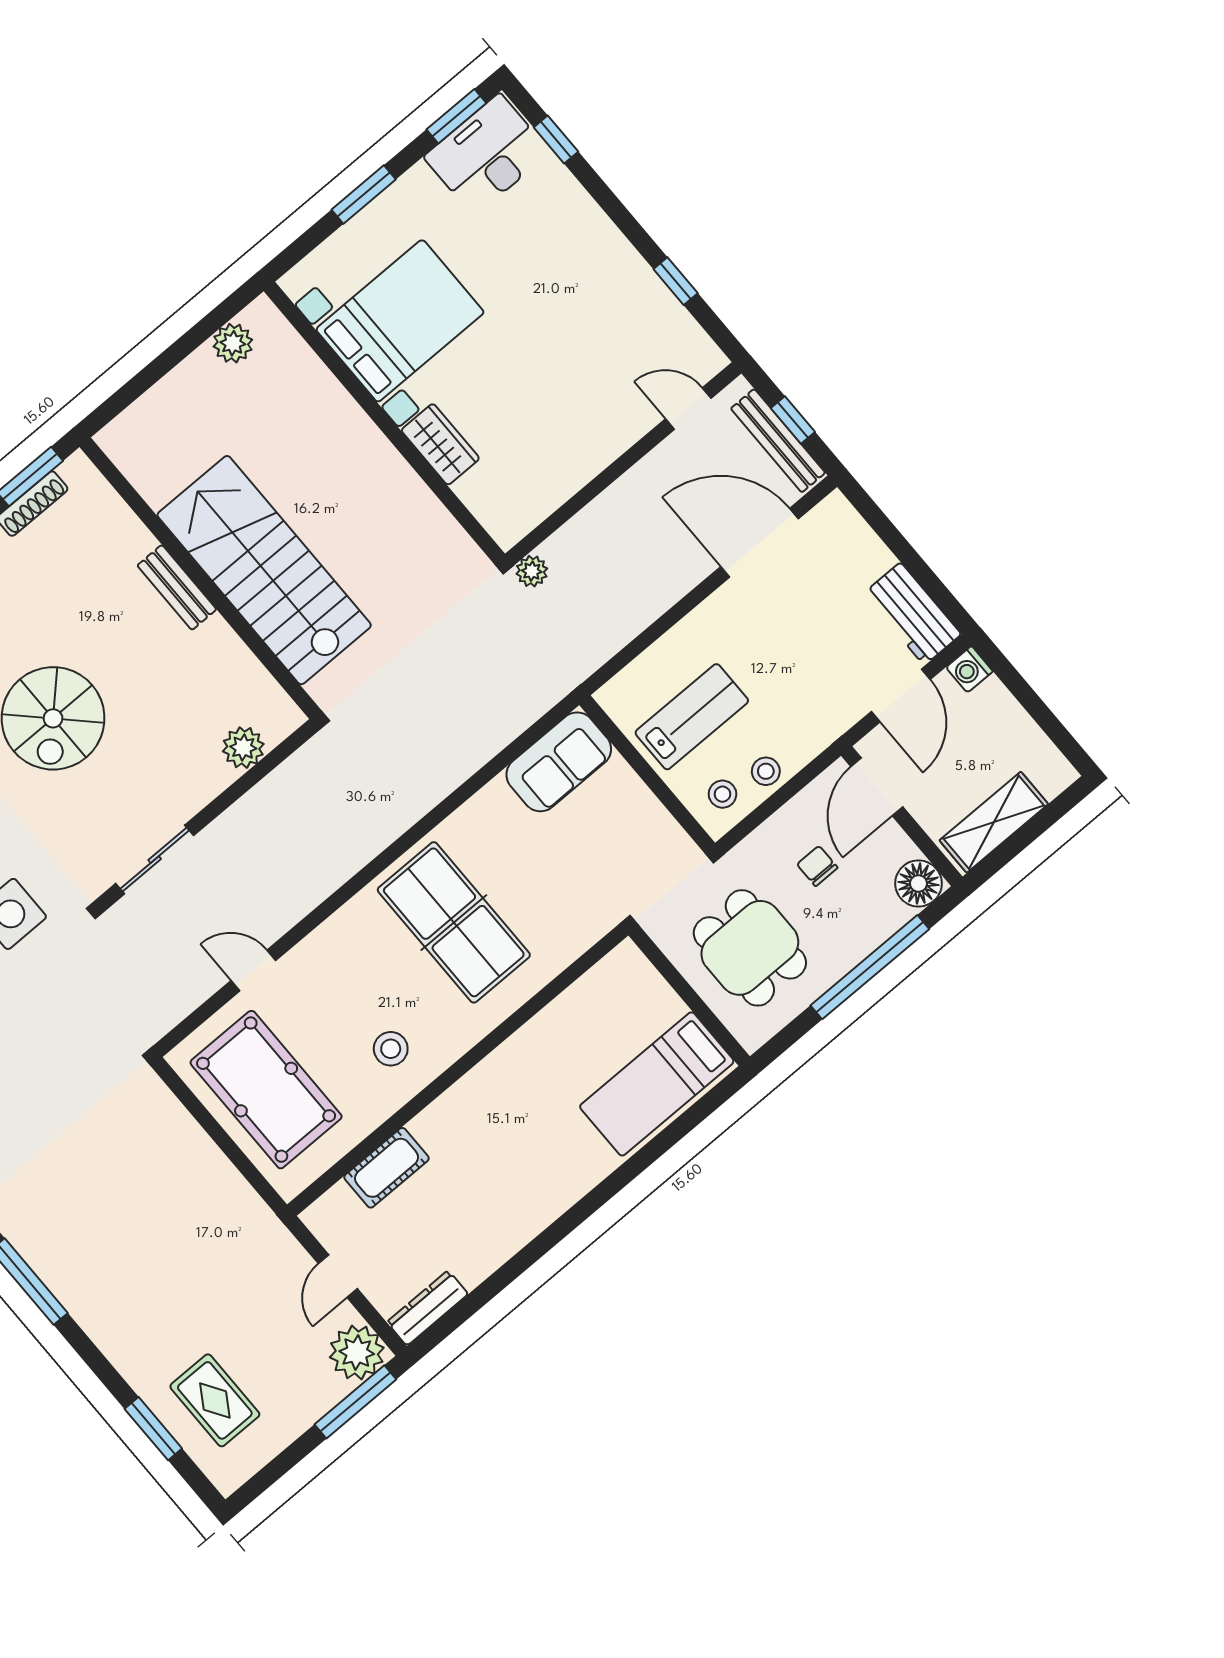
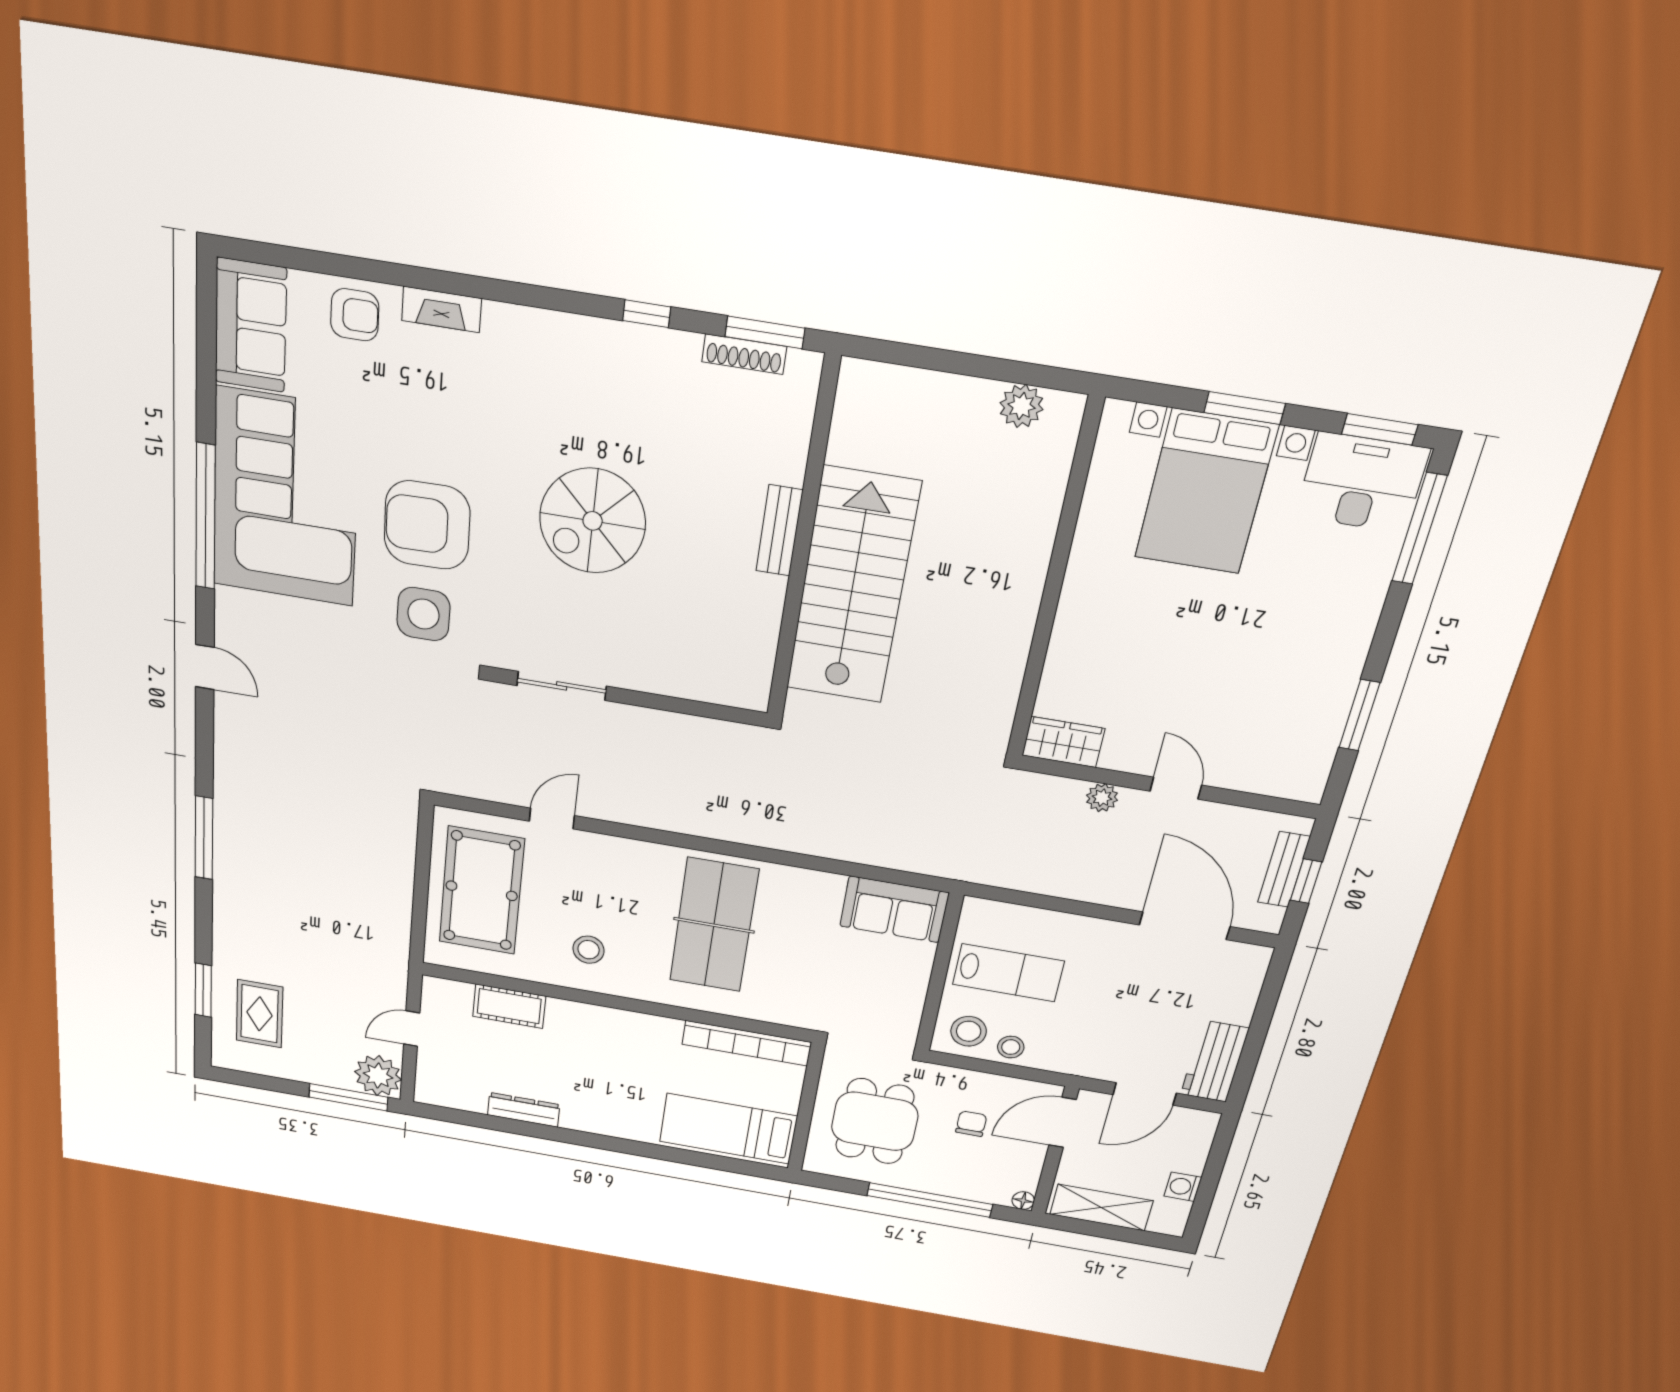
window: (556, 140) -> (1419, 529), width x2.17
window: (676, 281) -> (1359, 715), width x1.50
bed with nightstands: (400, 321) -> (1206, 492), moved, turned 90
door: (688, 409) -> (1176, 788), moved
bench: (778, 441) -> (1284, 869), width x0.73
wardrobe: (440, 444) -> (1063, 742), moved, turned -90
plant: (532, 571) -> (1102, 798), moved
washing machine: (969, 669) -> (1183, 1187), moved
plant: (243, 748) -> (702, 682), removed
stool: (722, 794) -> (969, 1031), width x1.37, depth x1.37
floor lamp: (918, 883) -> (1023, 1201), width x0.53, depth x0.53
door: (253, 970) -> (552, 818), hinge flipped
bookcase: (585, 993) -> (747, 1043), added
dresser: (428, 1308) -> (524, 1110), moved

